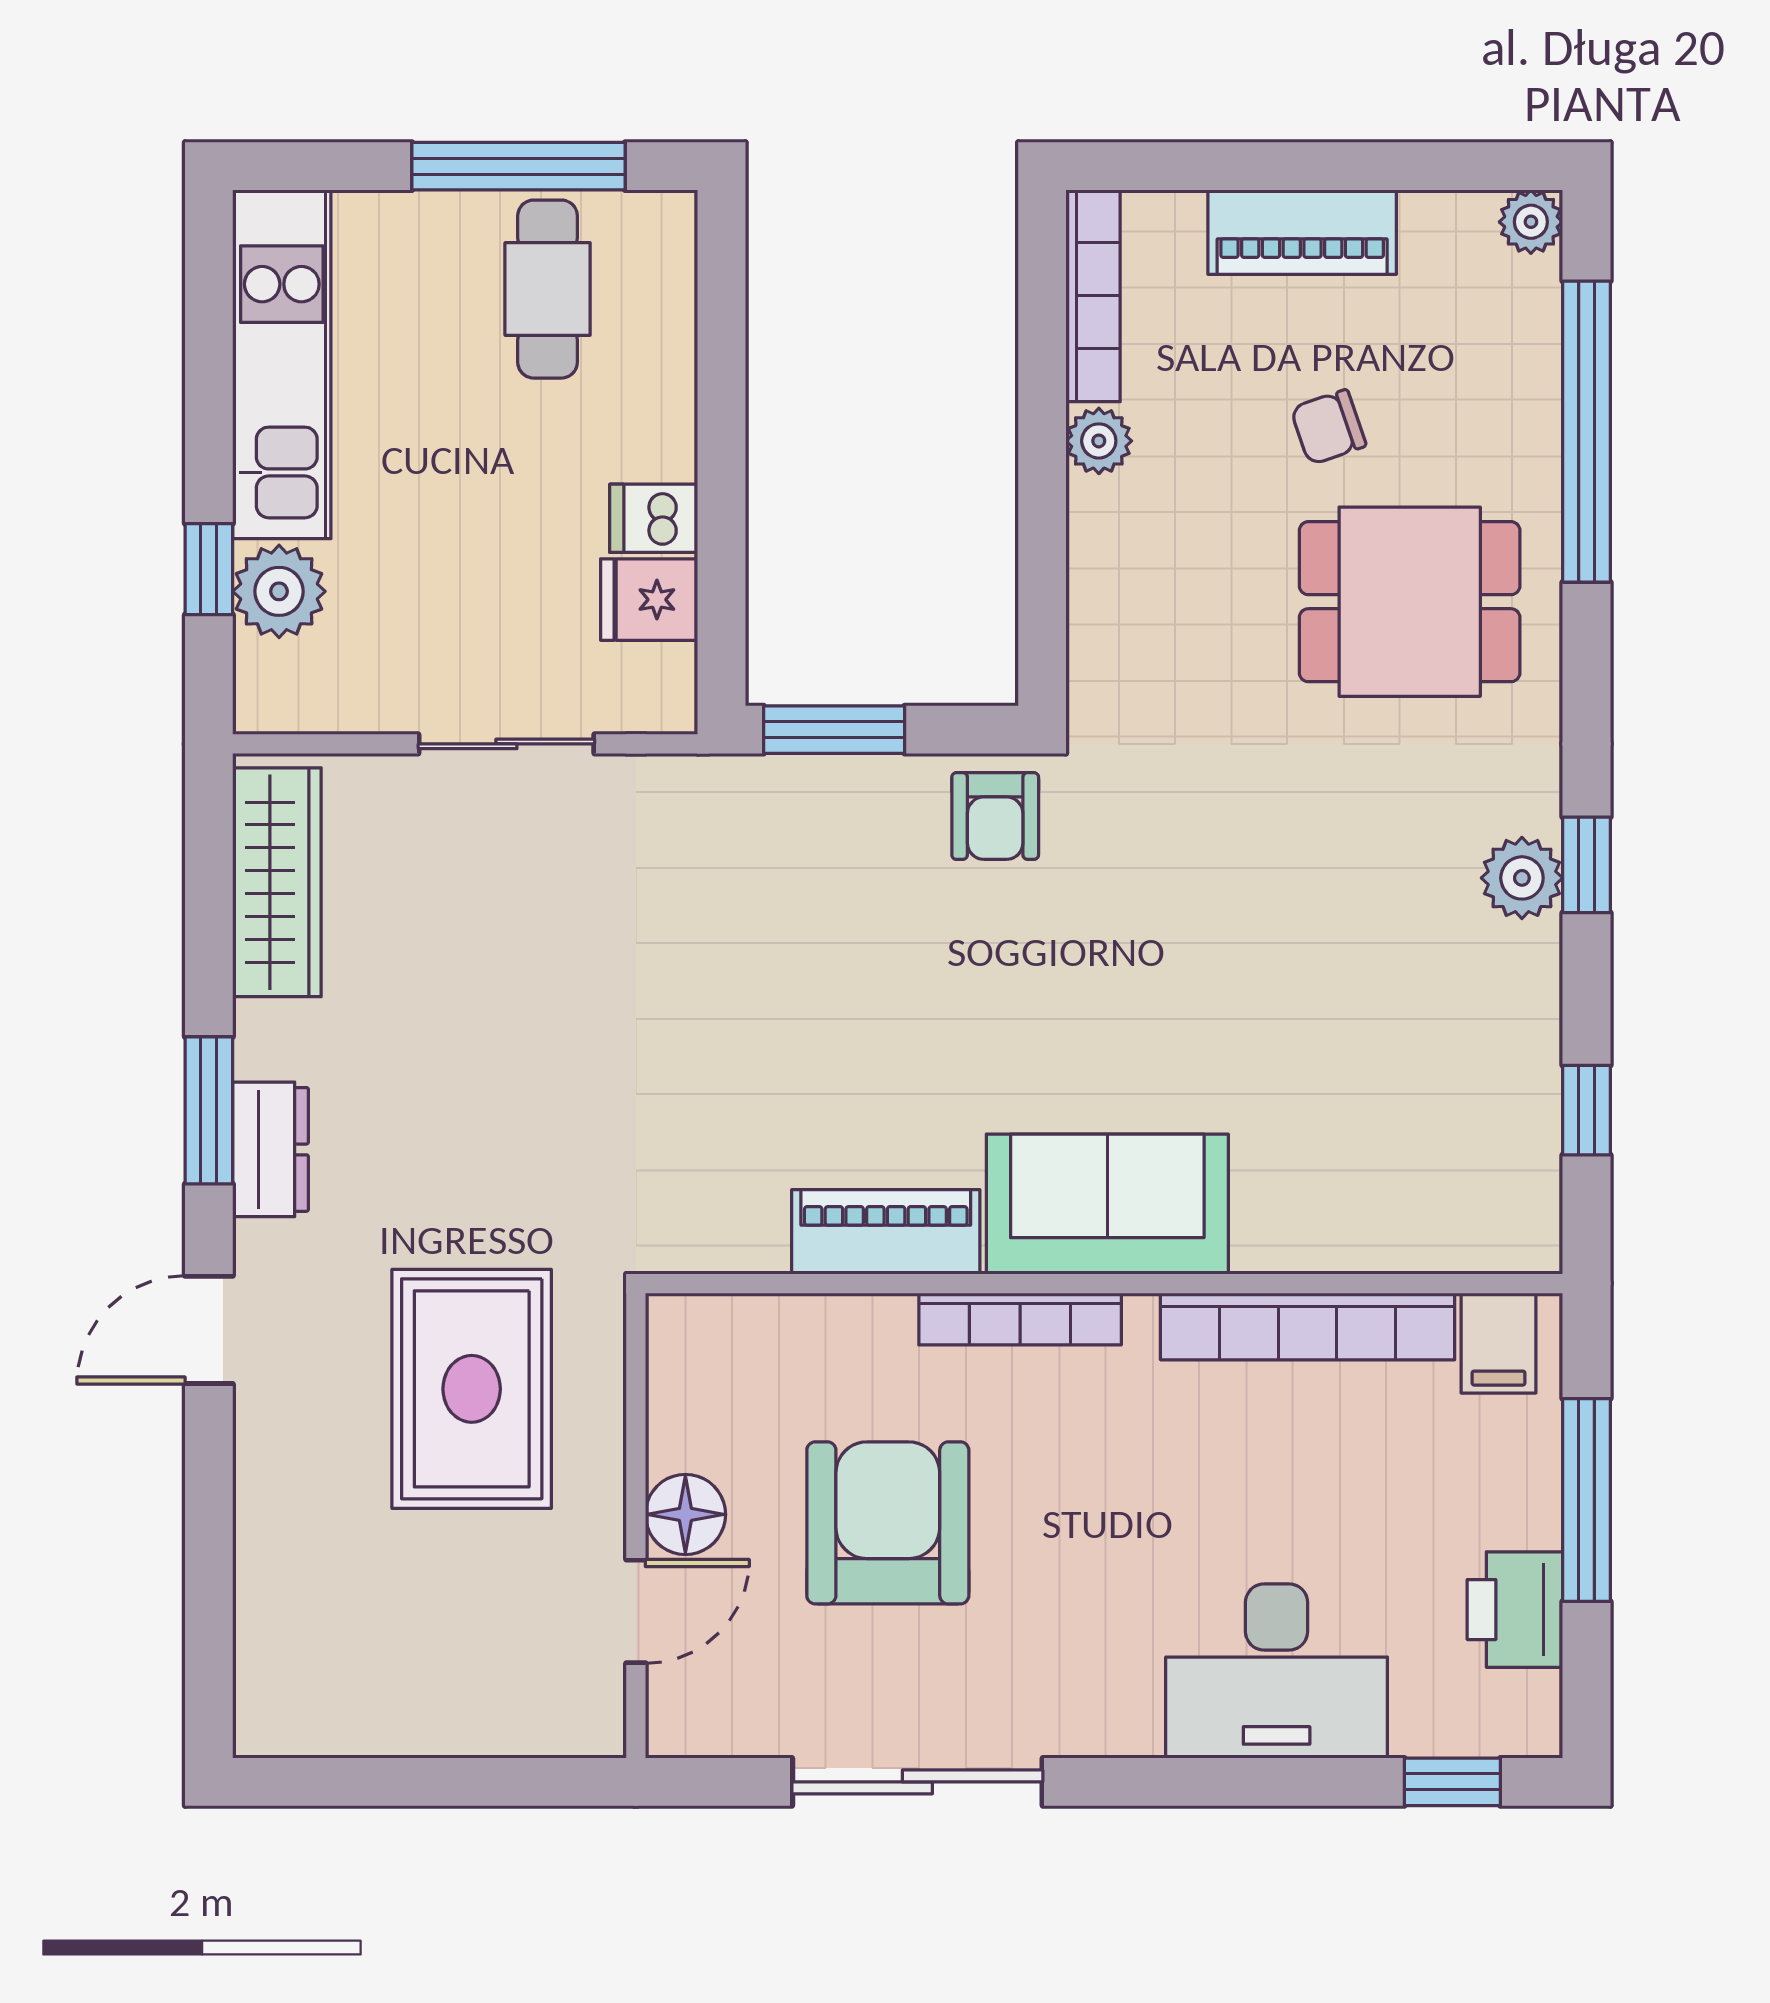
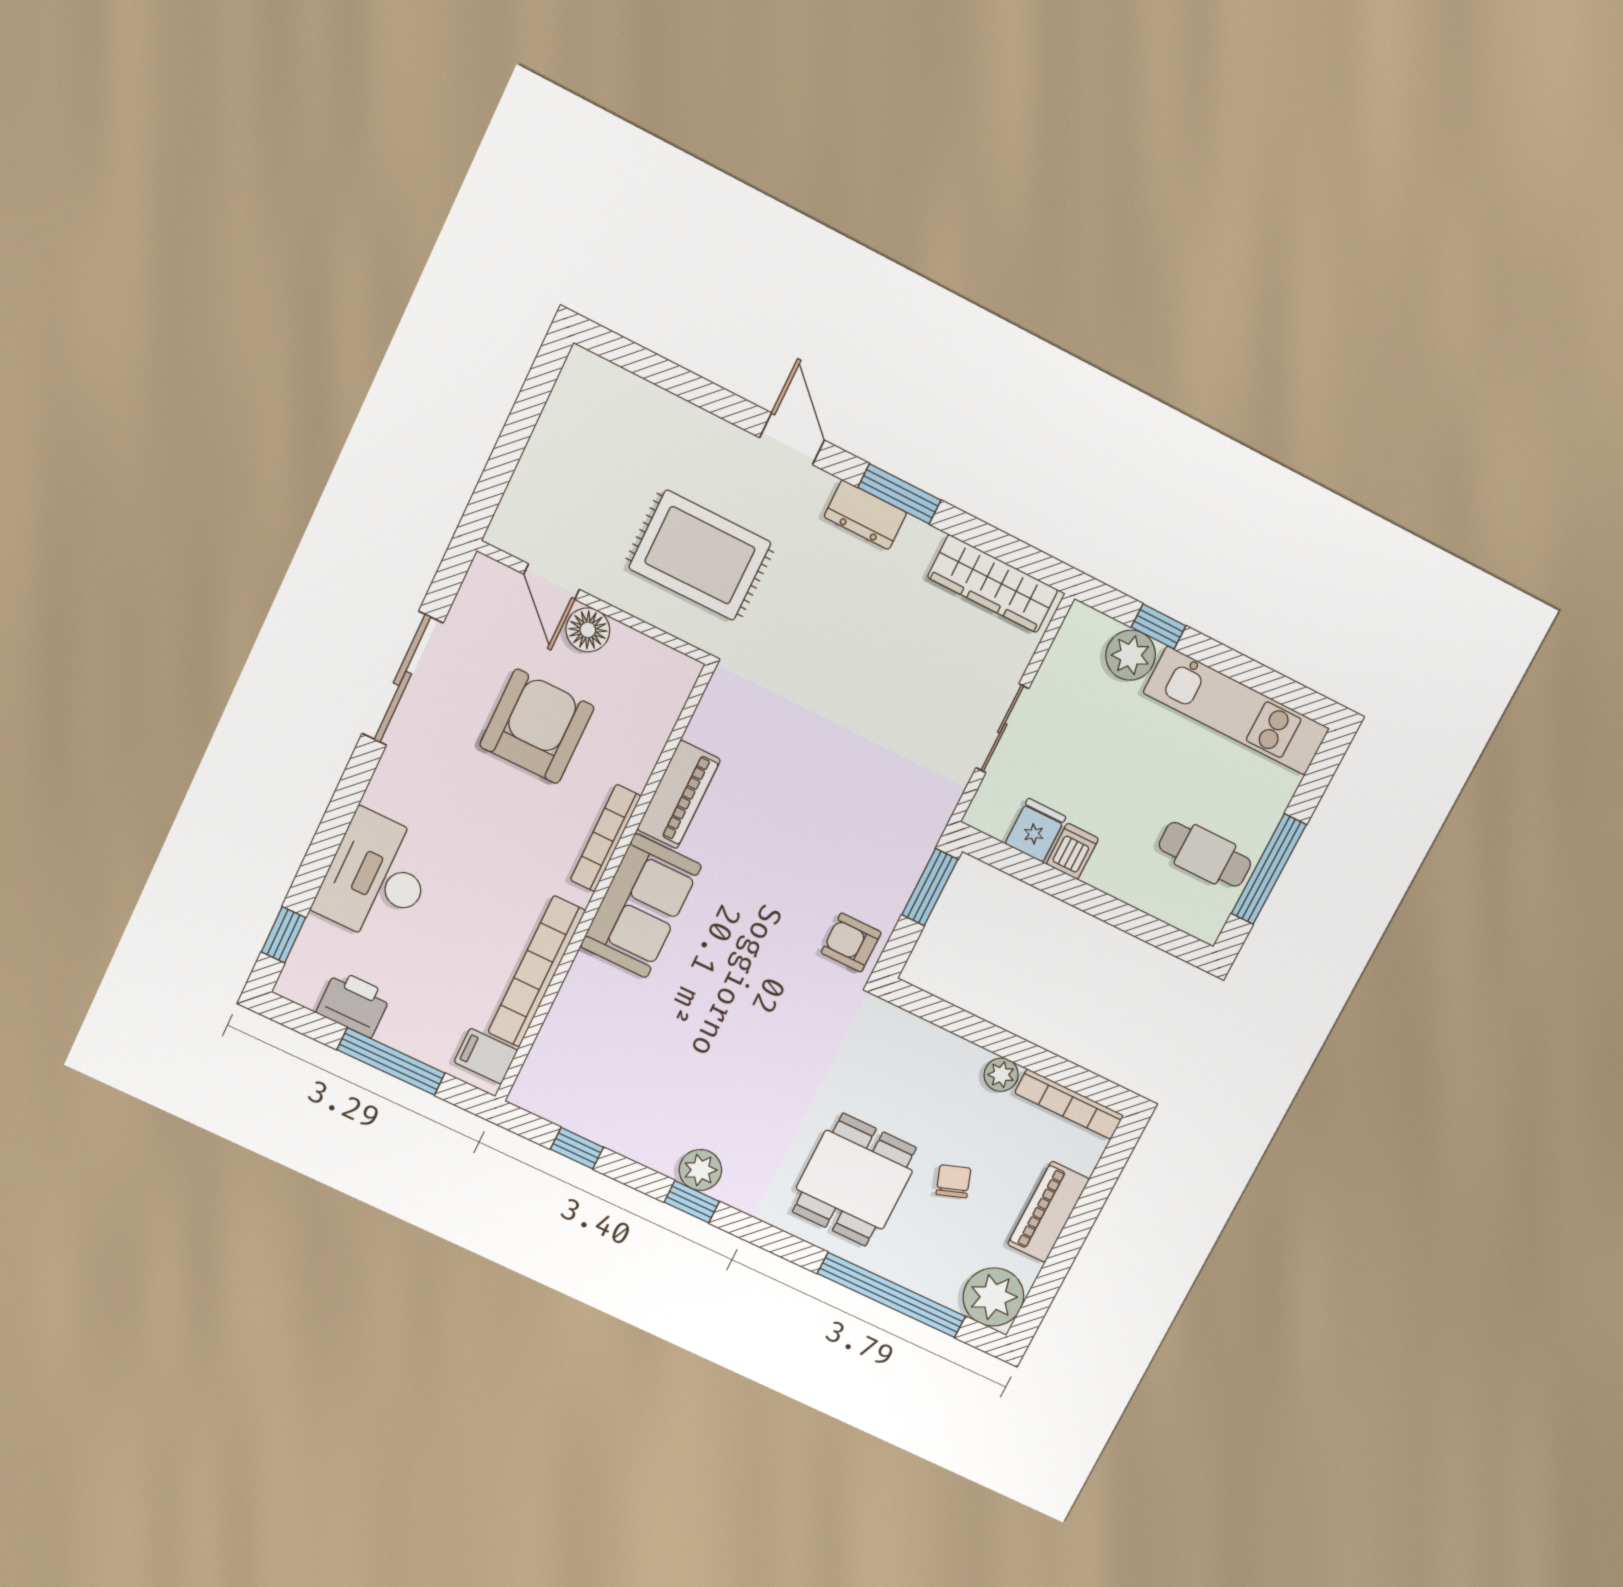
plant: (1531, 222) -> (993, 1297), width x1.88, depth x1.88
armchair: (888, 1523) -> (537, 726), turned -90

